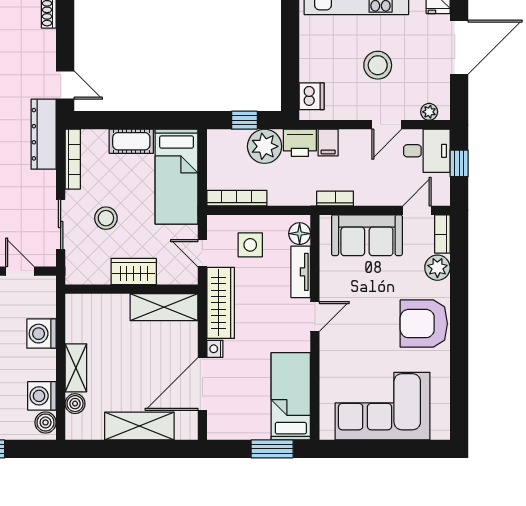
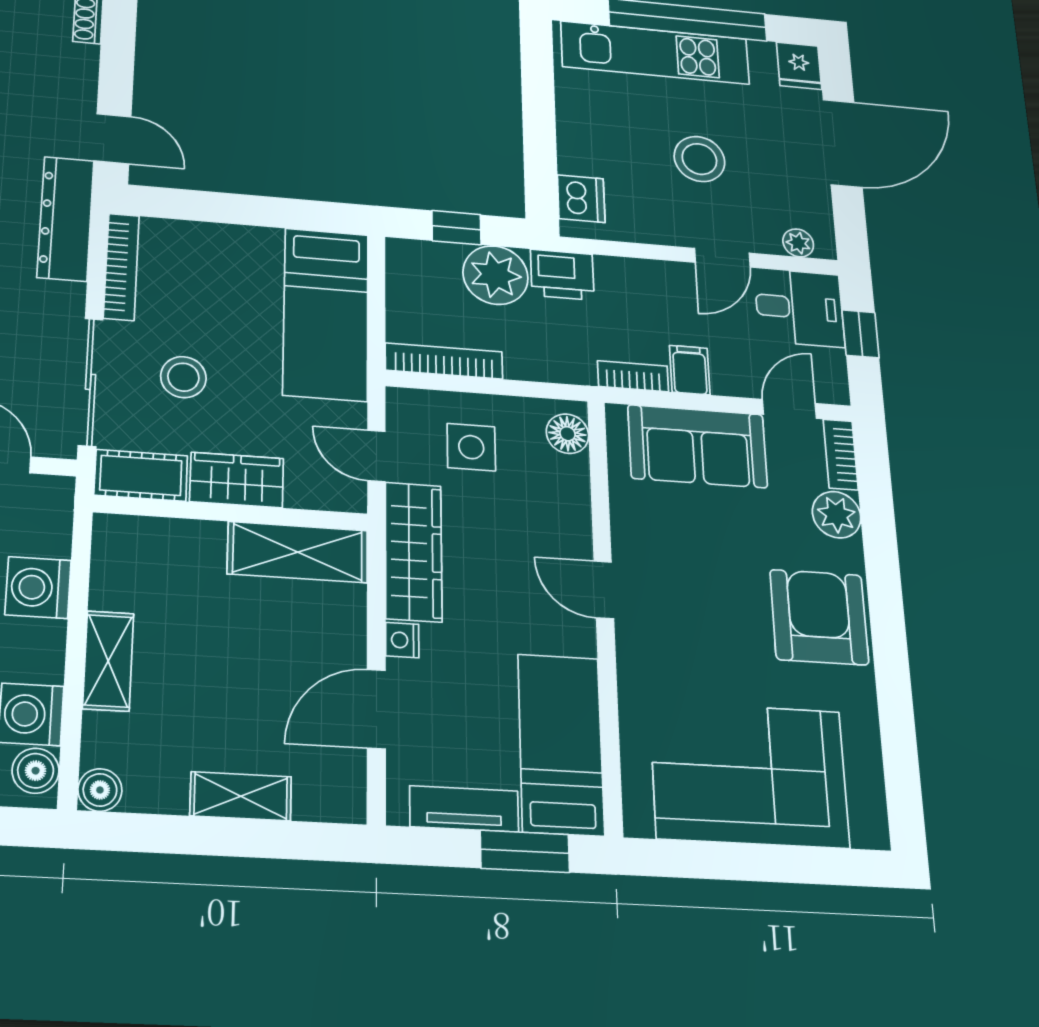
cot: (131, 141) -> (141, 475), moved
filing cabinet: (328, 143) -> (690, 370), moved, turned 180
sliding door: (61, 224) -> (91, 382), width x1.37
tv unit: (301, 272) -> (464, 809), moved, turned 90
door: (315, 316) -> (604, 590), swing flipped
armchair: (424, 324) -> (819, 617), turned 90
door: (202, 384) -> (376, 709), width x0.73
boiler: (75, 404) -> (100, 790), moved
shelving: (139, 426) -> (241, 796), width x0.67, depth x0.75

